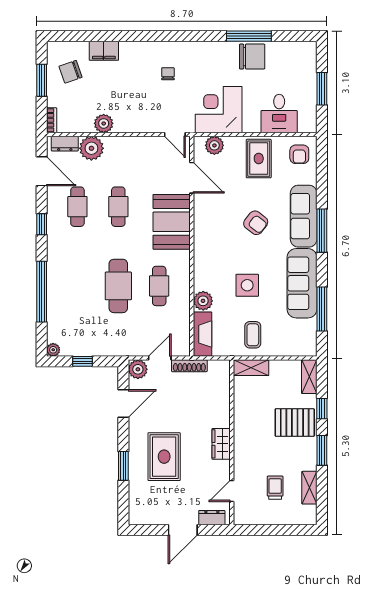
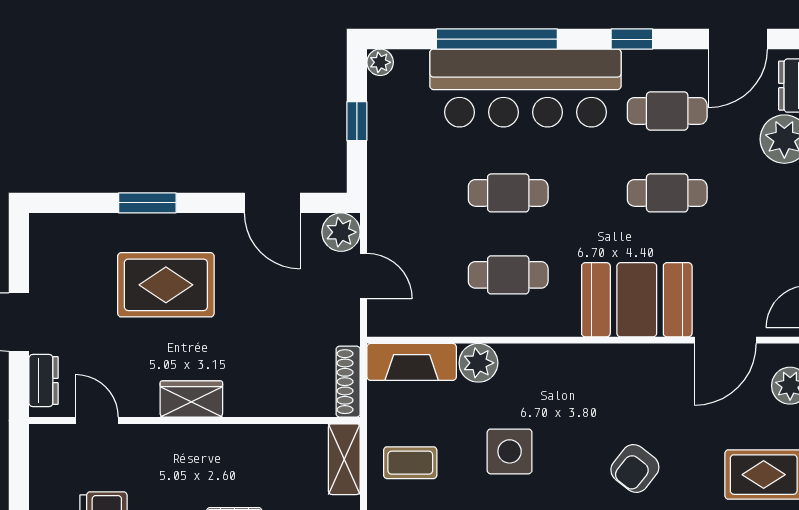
bar counter: (66, 277) -> (525, 88), added
cafe table: (118, 286) -> (508, 193), width x0.73, depth x0.74
shoe rack: (189, 366) -> (348, 382), moved

